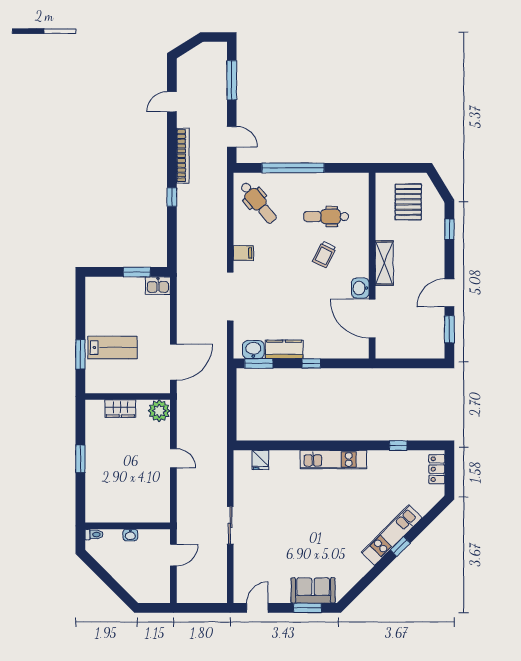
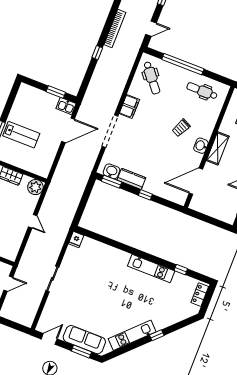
door: (232, 137) -> (151, 29), hinge flipped
dental chair: (326, 217) -> (202, 91), moved
filing cabinet: (243, 253) -> (129, 107), width x2.00
washbasin: (360, 288) -> (201, 146), moved
door: (372, 319) -> (196, 181), hinge flipped
door: (173, 362) -> (68, 130), moved
fridge: (260, 460) -> (76, 240), moved
kitchen unit: (333, 460) -> (151, 268), moved
kitchen unit: (392, 535) -> (132, 335), moved
sofa: (313, 590) -> (84, 340), width x1.36

